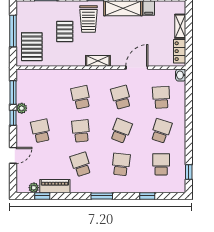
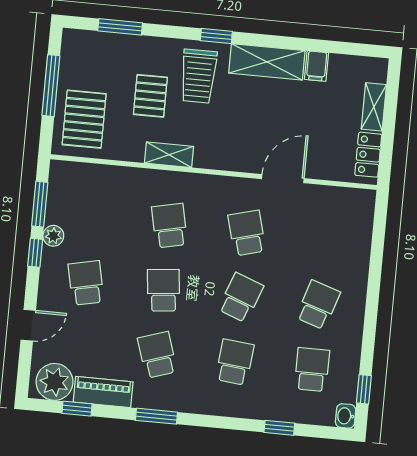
shelving: (98, 61) -> (169, 155), moved
washbasin: (181, 75) -> (346, 416), moved
school desk: (161, 97) -> (324, 240), removed
plant: (34, 188) -> (55, 382), width x1.87, depth x1.87
window: (102, 196) -> (156, 416), moved

